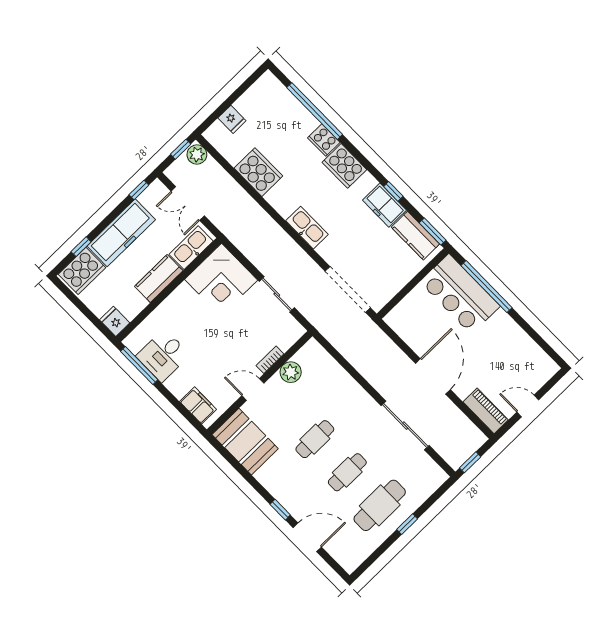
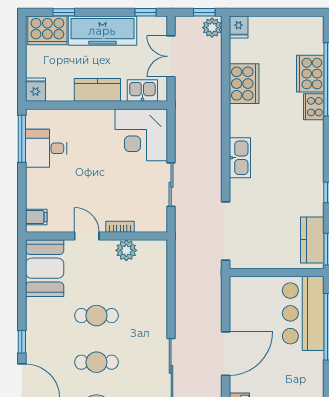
fridge: (232, 119) -> (239, 27), moved
cooker: (344, 166) -> (310, 74), moved
freezer: (384, 205) -> (311, 196), removed
kitchen sink: (191, 248) -> (142, 91), width x0.73
filing cabinet: (198, 405) -> (36, 217), width x0.50

